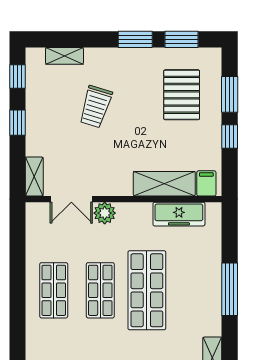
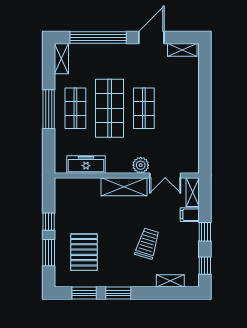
filing cabinet: (206, 183) -> (190, 215), moved, turned 90
shelving: (164, 184) -> (124, 187), moved
double door: (71, 199) -> (165, 175), swing flipped
shop shelf: (54, 290) -> (75, 108), moved

